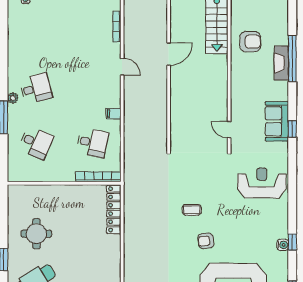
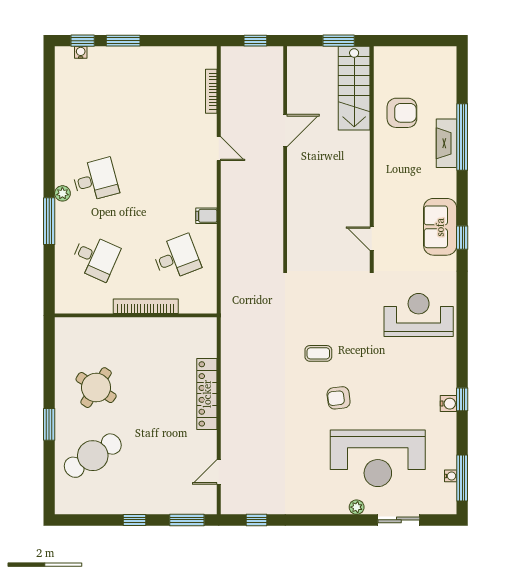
desk: (93, 143) -> (176, 257), turned -33
bookcase: (98, 177) -> (146, 306), moved
locker: (114, 209) -> (207, 394), moved
round table: (36, 234) -> (96, 388), turned 33

